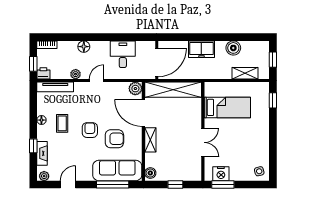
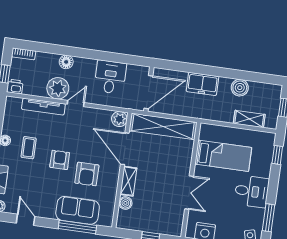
plant: (76, 74) -> (58, 88), width x1.88, depth x1.88
tv unit: (55, 87) -> (43, 107), moved
desk: (256, 134) -> (252, 191), added
armchair: (114, 139) -> (87, 174), turned 90
window: (273, 154) -> (269, 218), added
sofa: (117, 171) -> (78, 210), width x0.73
boiler: (150, 173) -> (125, 203), moved
door: (68, 185) -> (26, 220), hinge flipped

